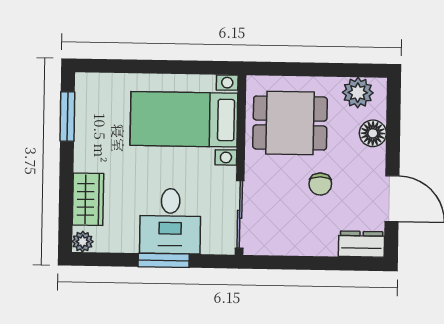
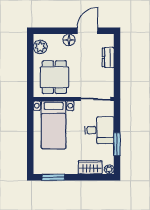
floor lamp: (373, 133) -> (69, 40), moved
chair: (320, 184) -> (82, 63), removed
dresser: (361, 244) -> (108, 57), moved
window: (164, 260) -> (117, 144), moved

